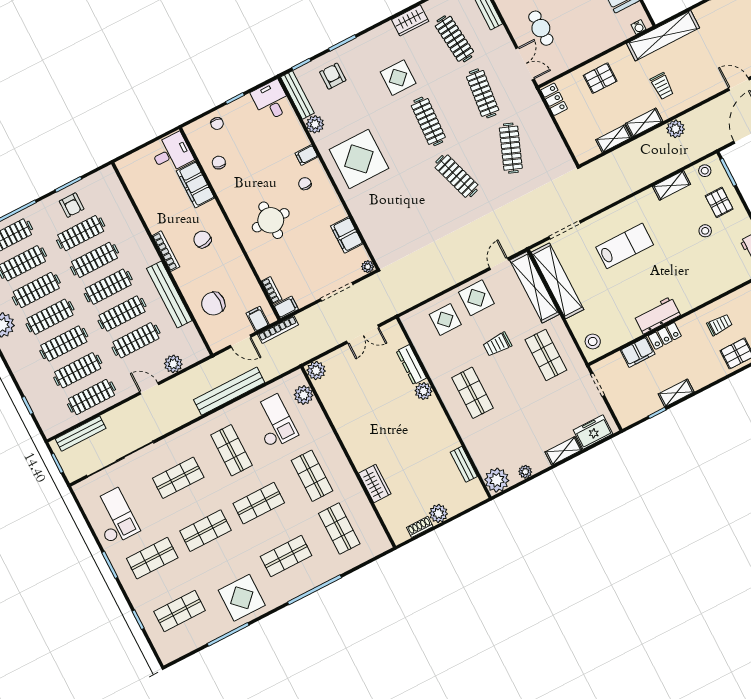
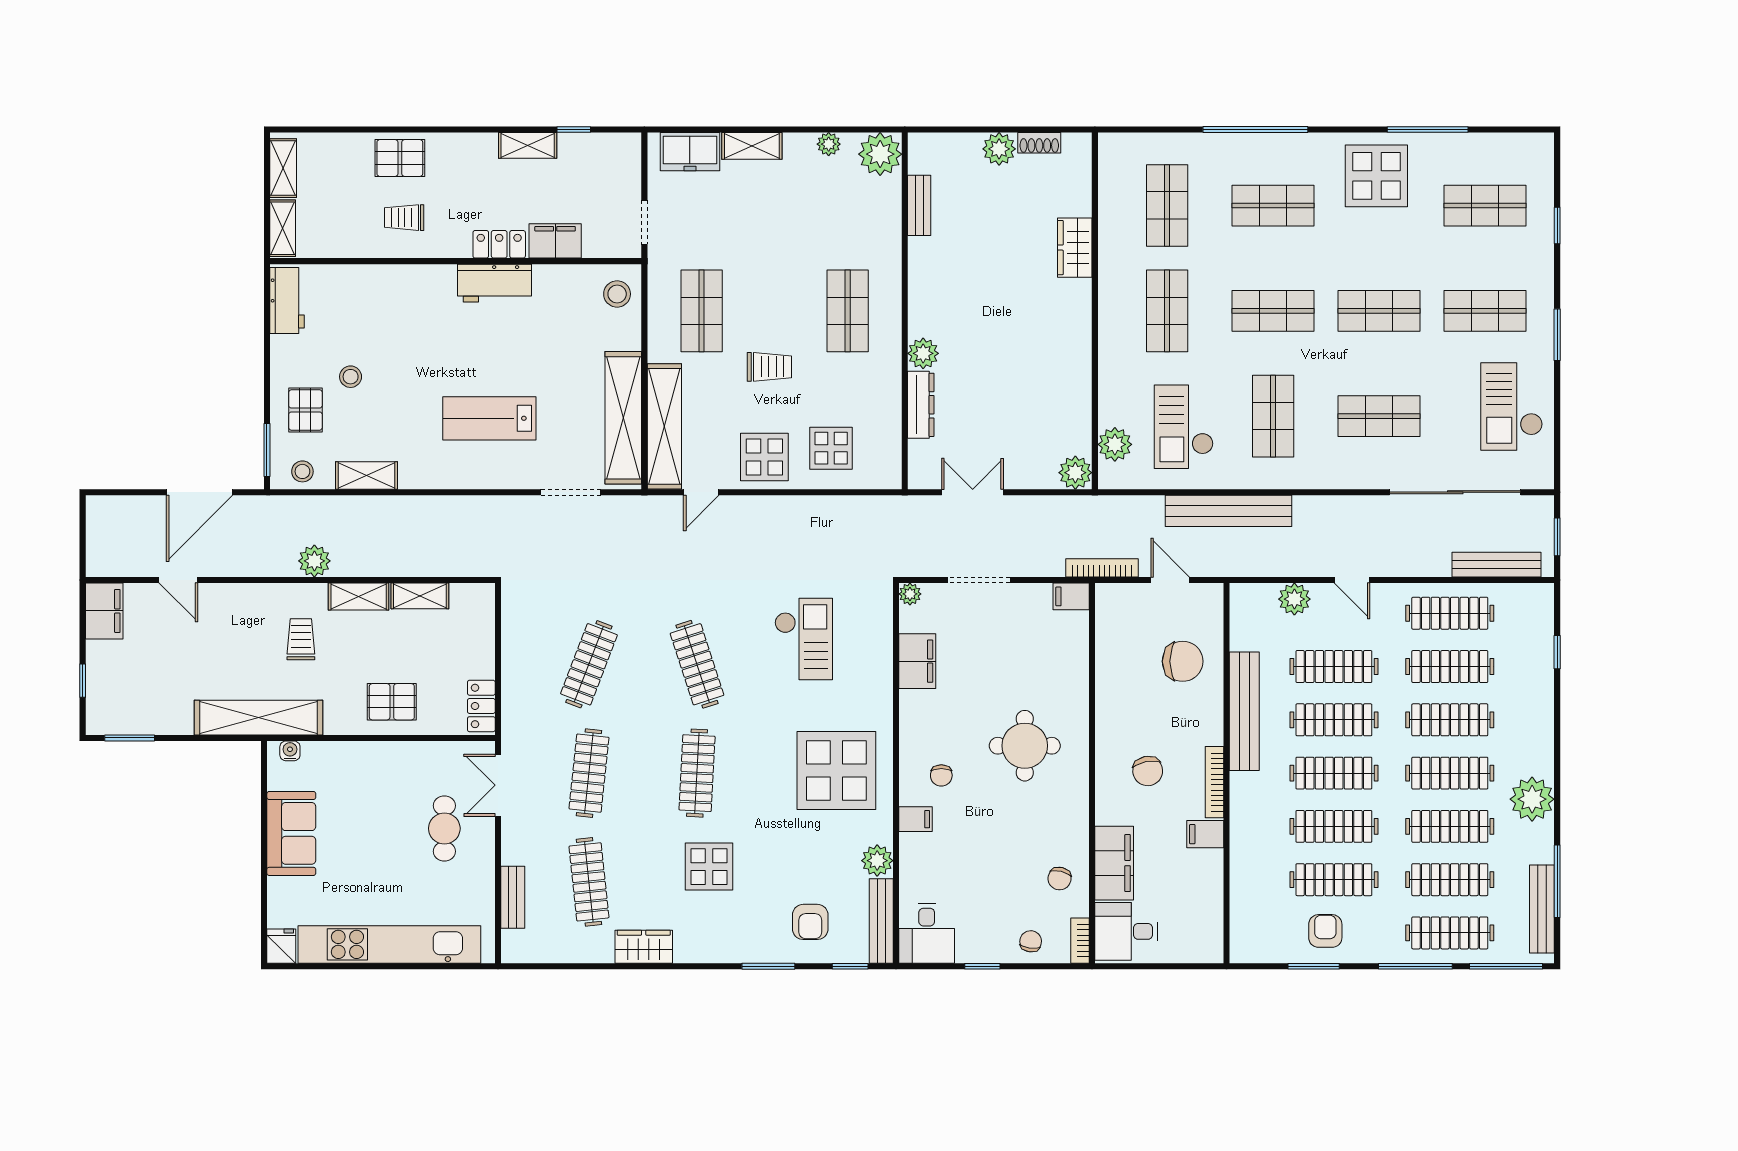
checkout: (409, 216) -> (804, 639), added
bookcase: (272, 290) -> (1080, 941), moved
filing cabinet: (258, 319) -> (1205, 834), moved, turned 90

